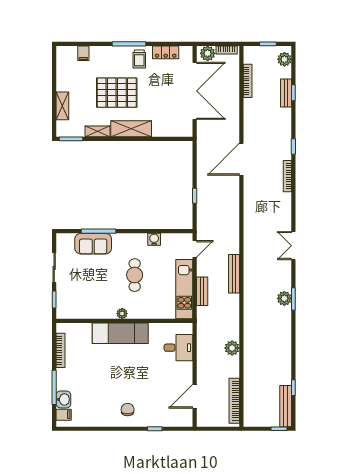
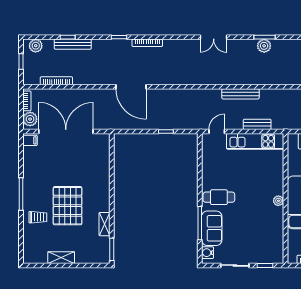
locker: (166, 52) -> (29, 159), removed
filing cabinet: (83, 53) -> (30, 140), moved
trolley: (139, 59) -> (38, 217), moved
bench: (286, 93) -> (73, 44), width x1.36
shelving: (62, 106) -> (61, 258), moved
shelving: (131, 129) -> (102, 192), removed
water cooler: (154, 239) -> (208, 253), moved
door: (195, 249) -> (217, 131), hinge flipped
cafe table: (135, 275) -> (219, 197), moved

